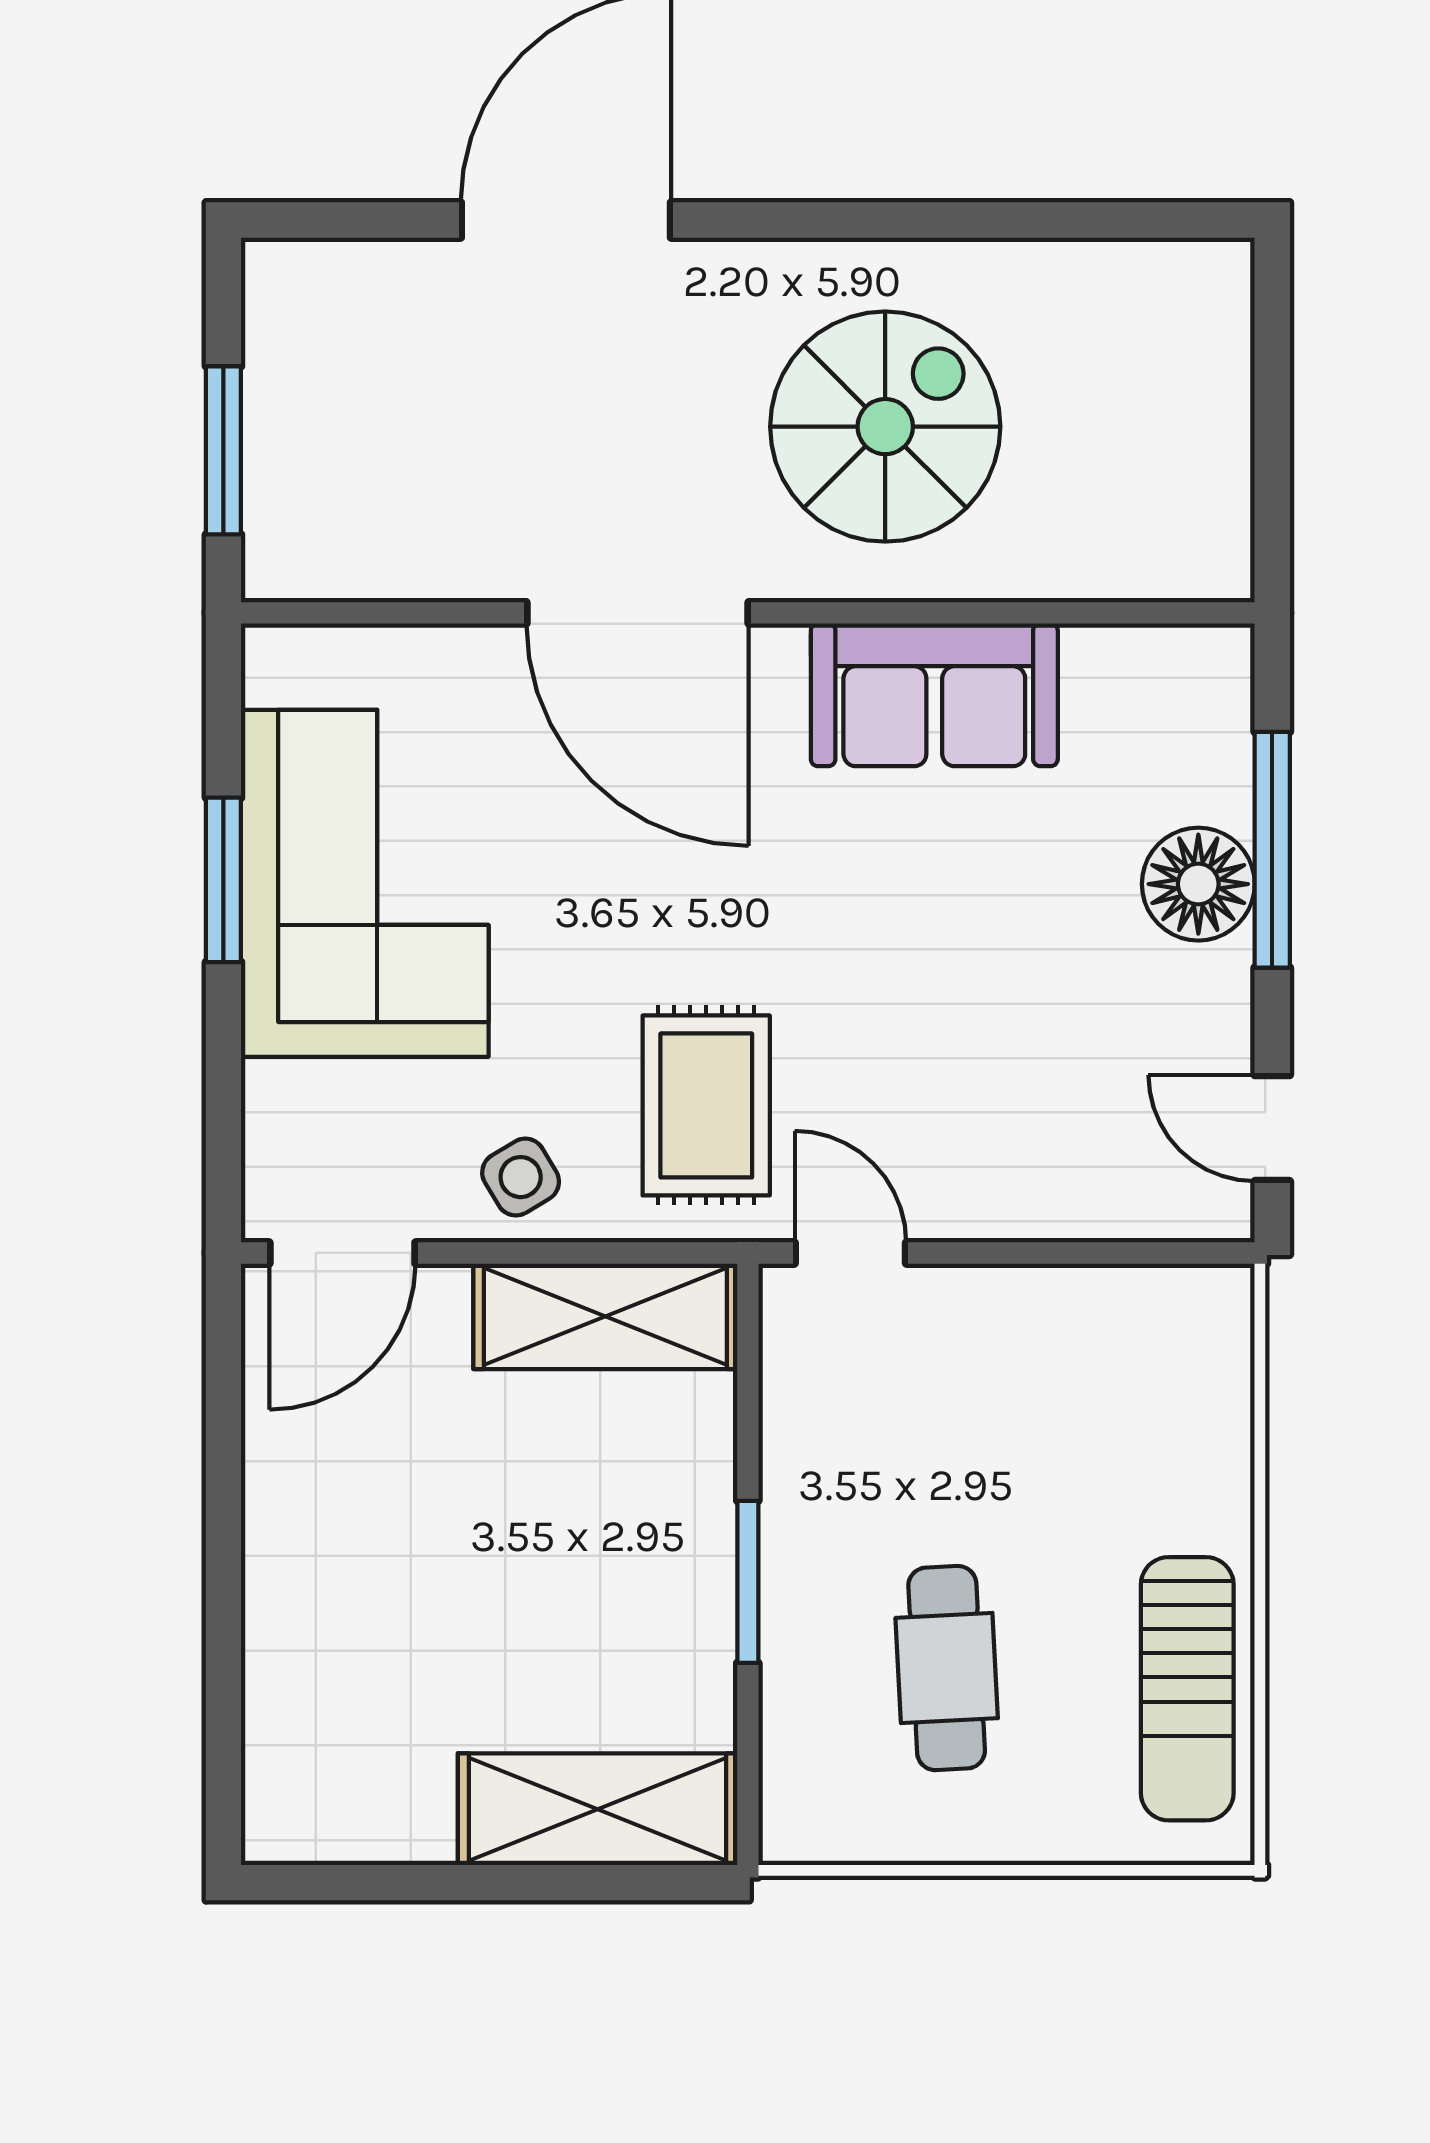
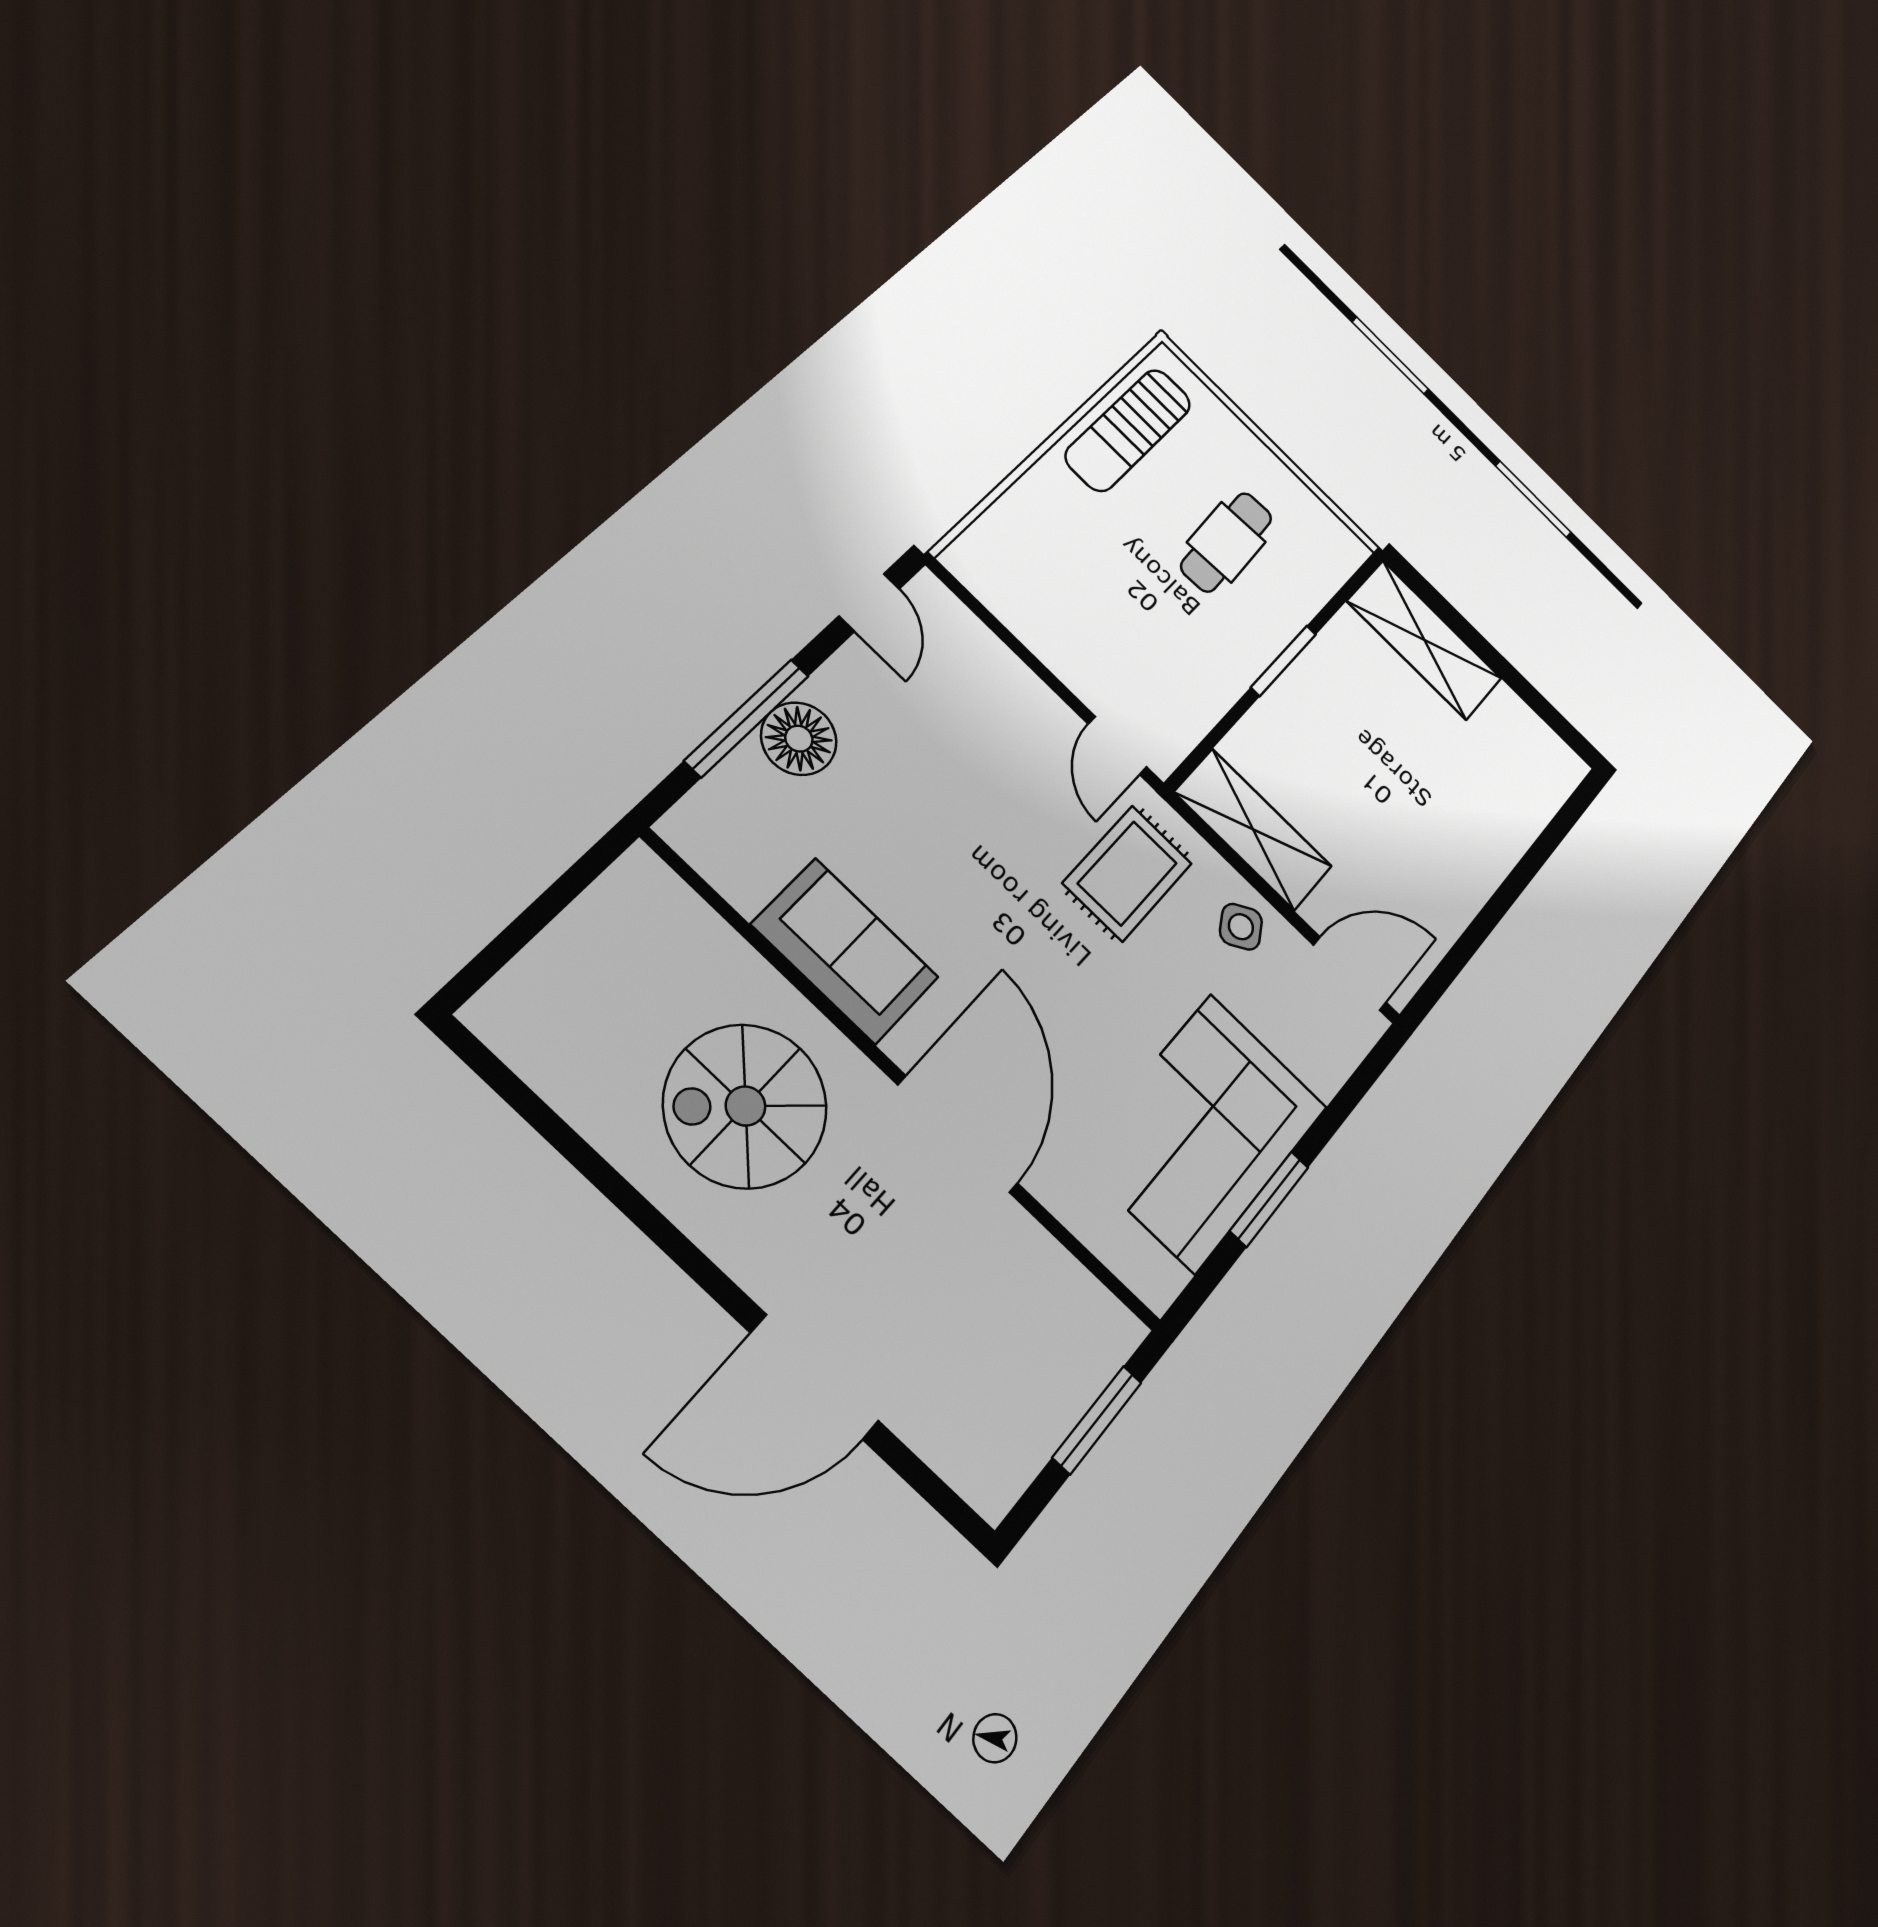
sun lounger: (1187, 1689) -> (1128, 430), turned 180

